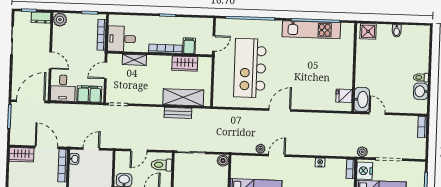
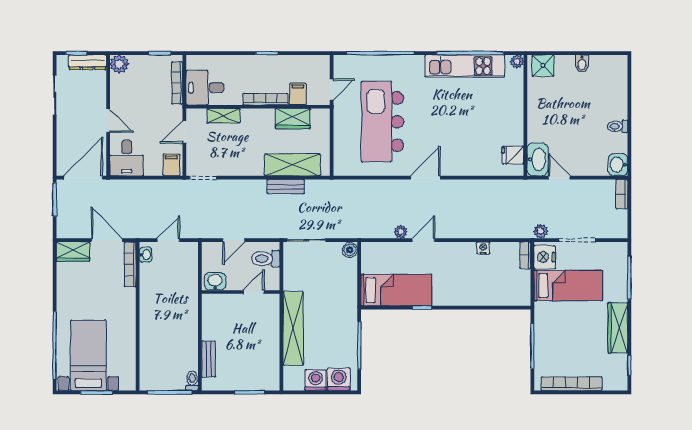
dresser: (41, 18) -> (87, 62), width x1.44
plant: (349, 28) -> (517, 62), added
washbasin: (421, 91) -> (618, 165), moved
filing cabinet: (89, 94) -> (171, 165), width x0.50

